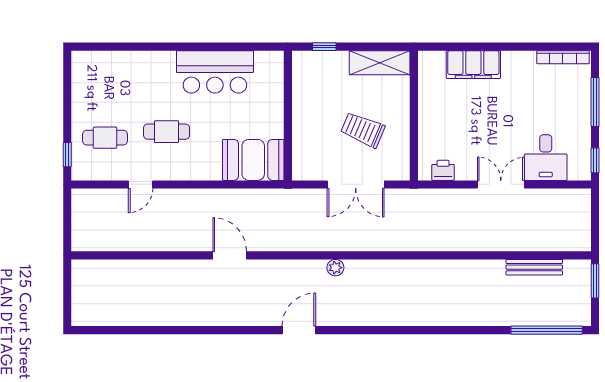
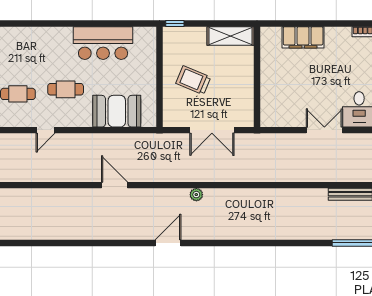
window: (324, 47) -> (175, 23), moved
trolley: (363, 130) -> (193, 80), moved
booth: (253, 160) -> (117, 111), moved
printer: (443, 170) -> (280, 119), removed

